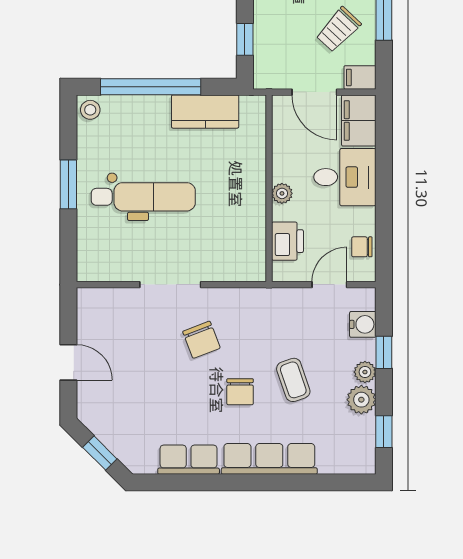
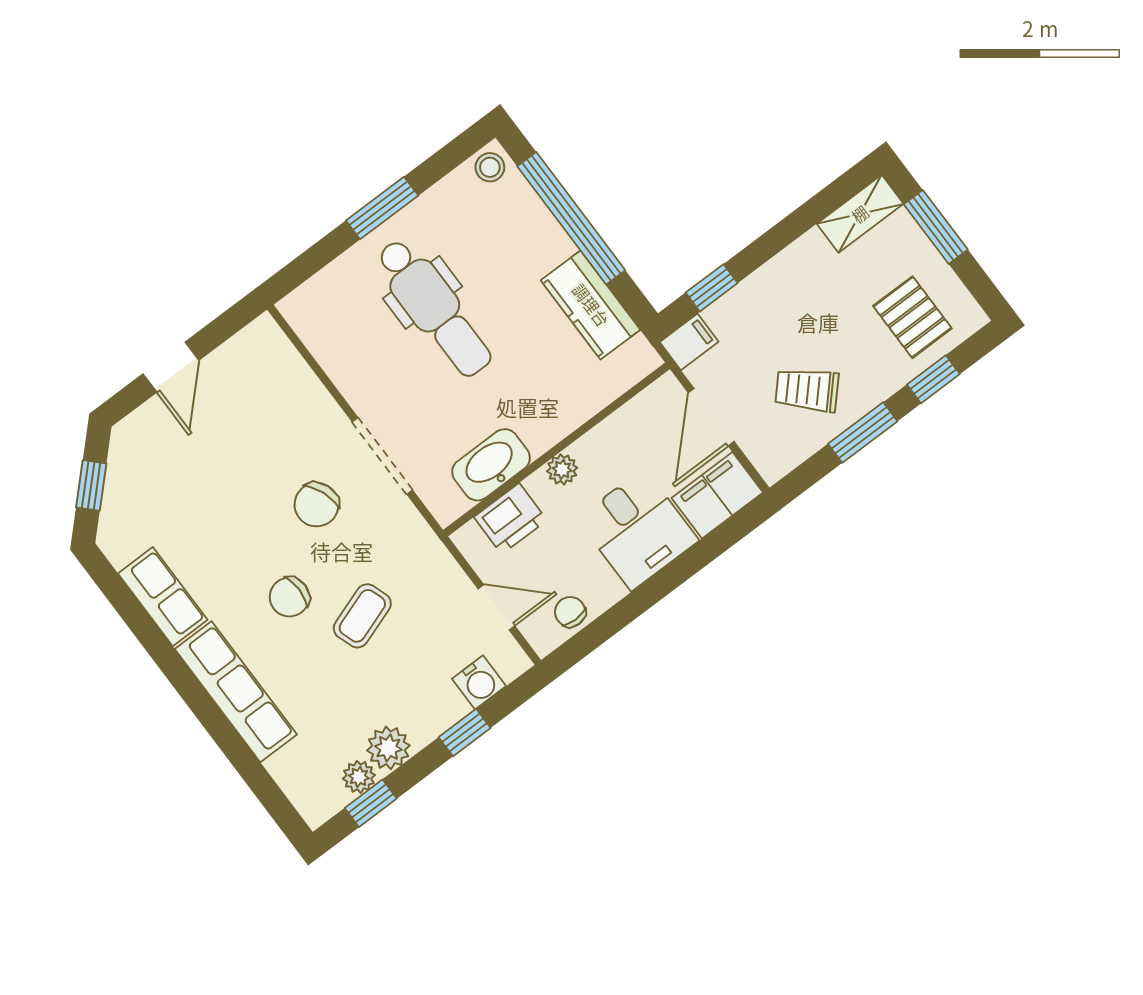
filing cabinet: (360, 77) -> (689, 342), moved, turned 90
washbasin: (251, 230) -> (491, 465), added
doorway: (170, 285) -> (382, 456), moved
plant: (365, 372) -> (359, 777), moved
coffee table: (293, 380) -> (362, 616), moved

